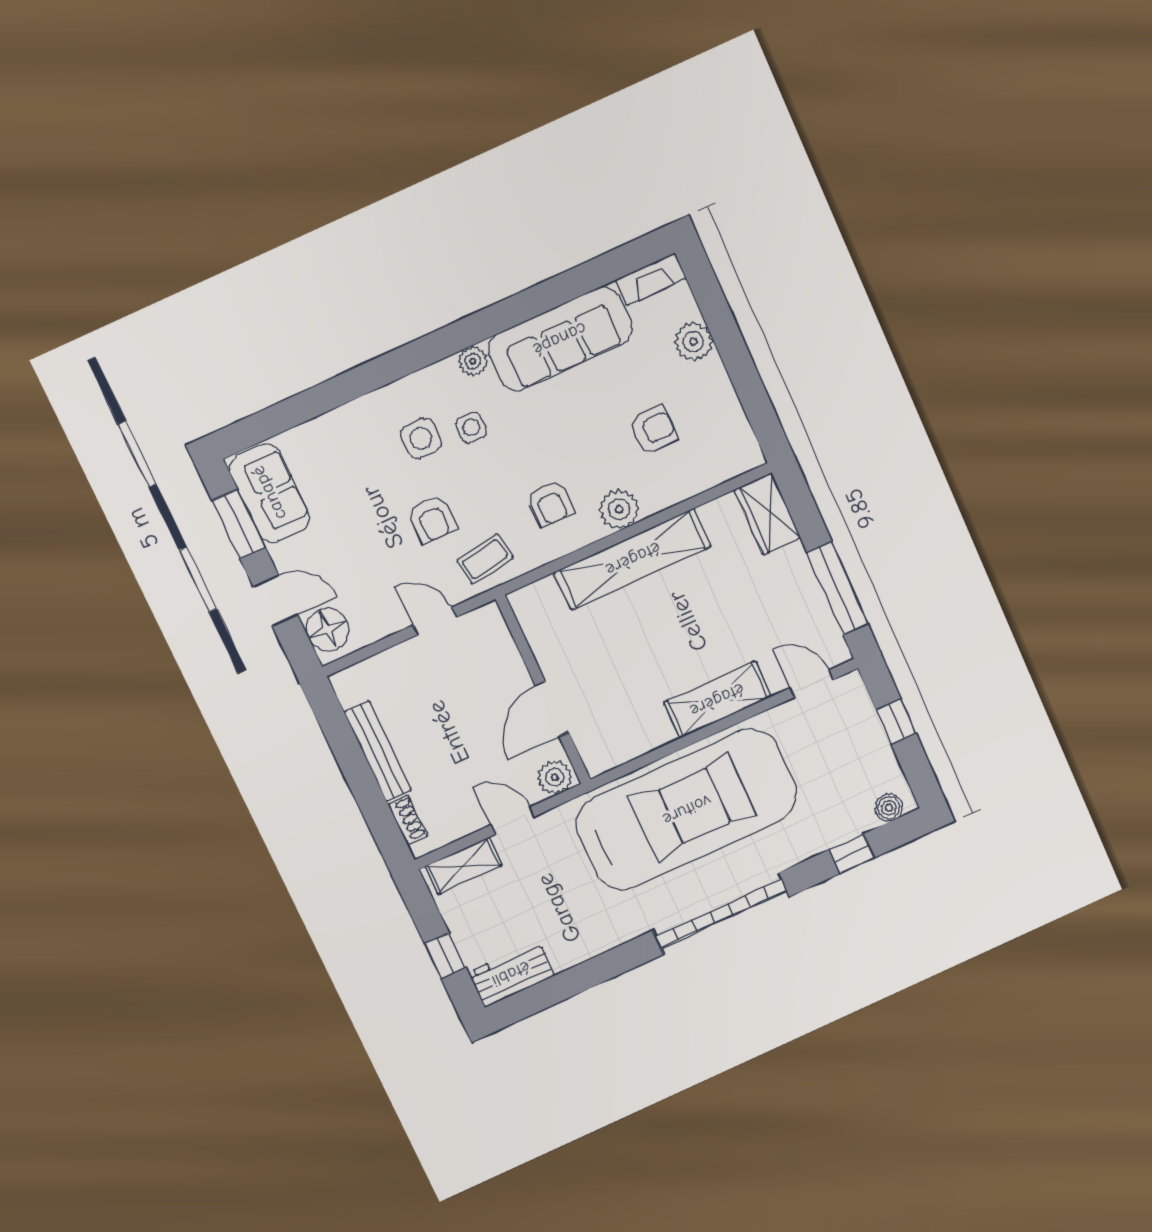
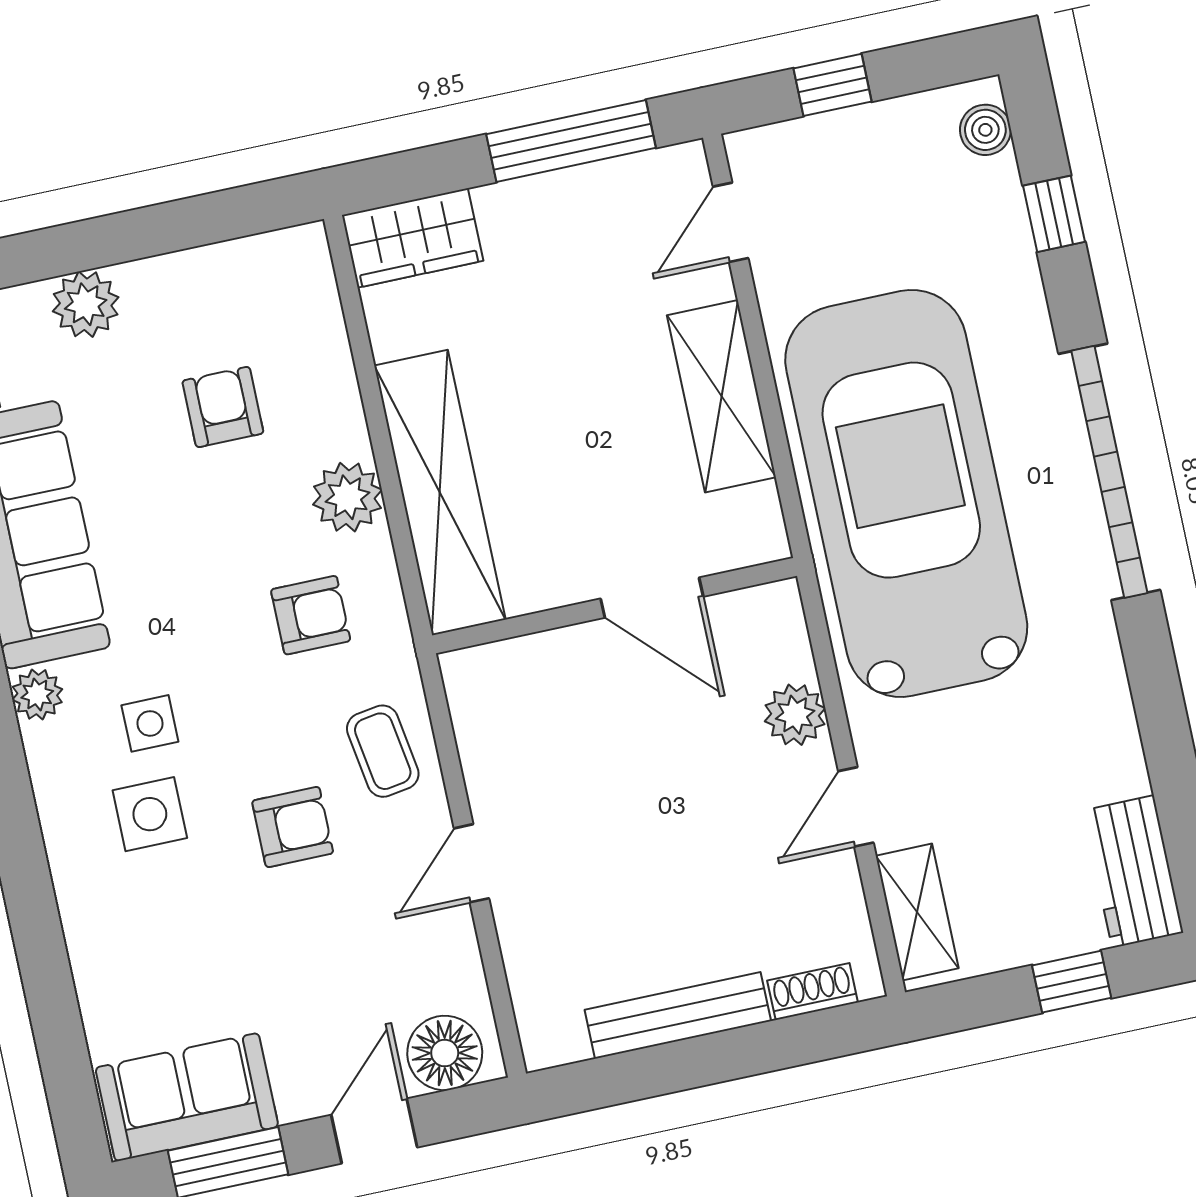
wall: (543, 690) -> (615, 606), moved
door: (552, 709) -> (652, 598), moved

